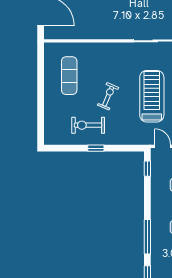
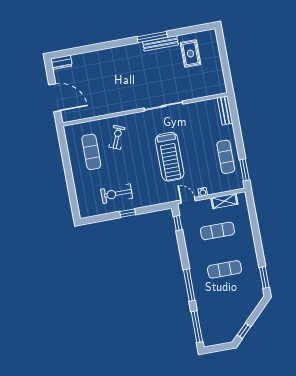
exercise bike: (108, 96) -> (117, 137), moved
treadmill: (152, 96) -> (170, 157), turned 180

